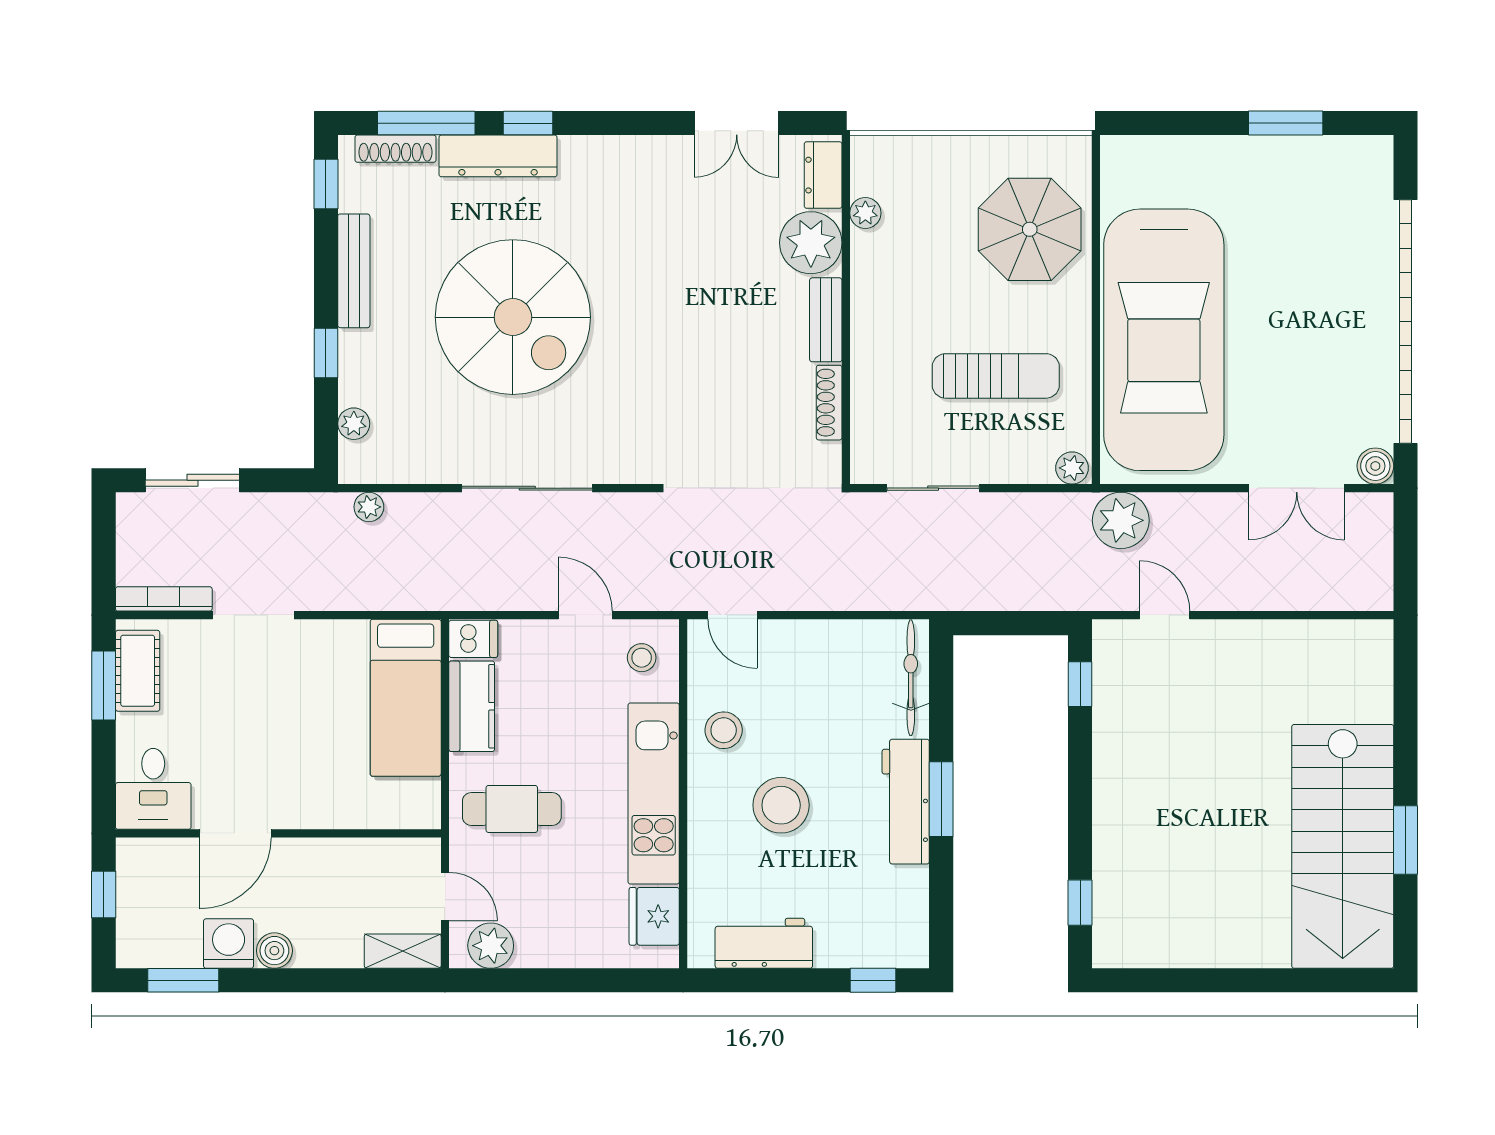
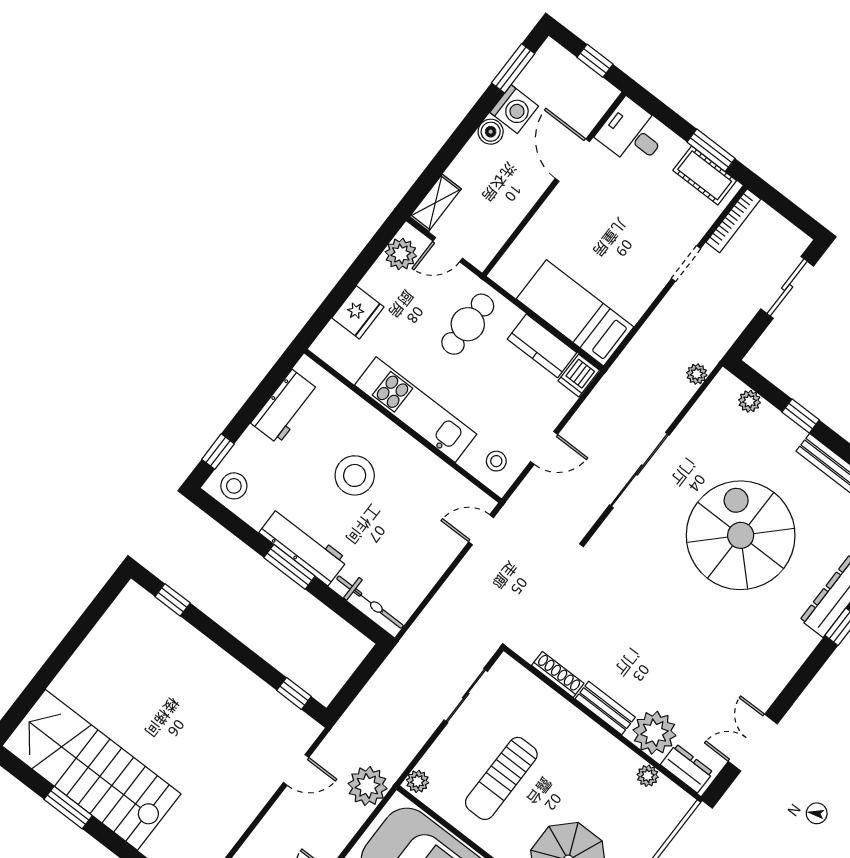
spiral stairs: (513, 317) -> (741, 535), turned 90
doorway: (253, 615) -> (686, 264), width x0.73
stool: (724, 730) -> (234, 486), moved
fridge: (654, 916) -> (358, 312), moved, turned 90

